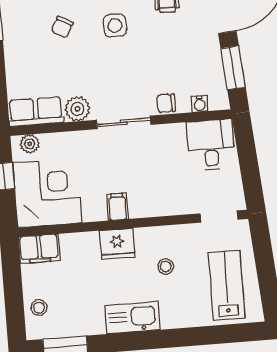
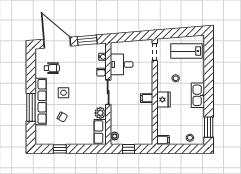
desk: (211, 145) -> (122, 64), moved
corner desk: (47, 193) -> (138, 130), removed
filing cabinet: (39, 249) -> (163, 140), width x0.50

